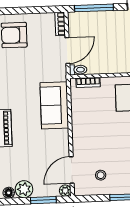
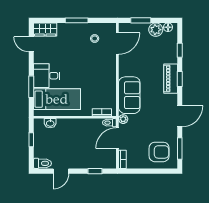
window: (94, 8) -> (95, 171), width x0.46
plant: (65, 191) -> (123, 119), moved

